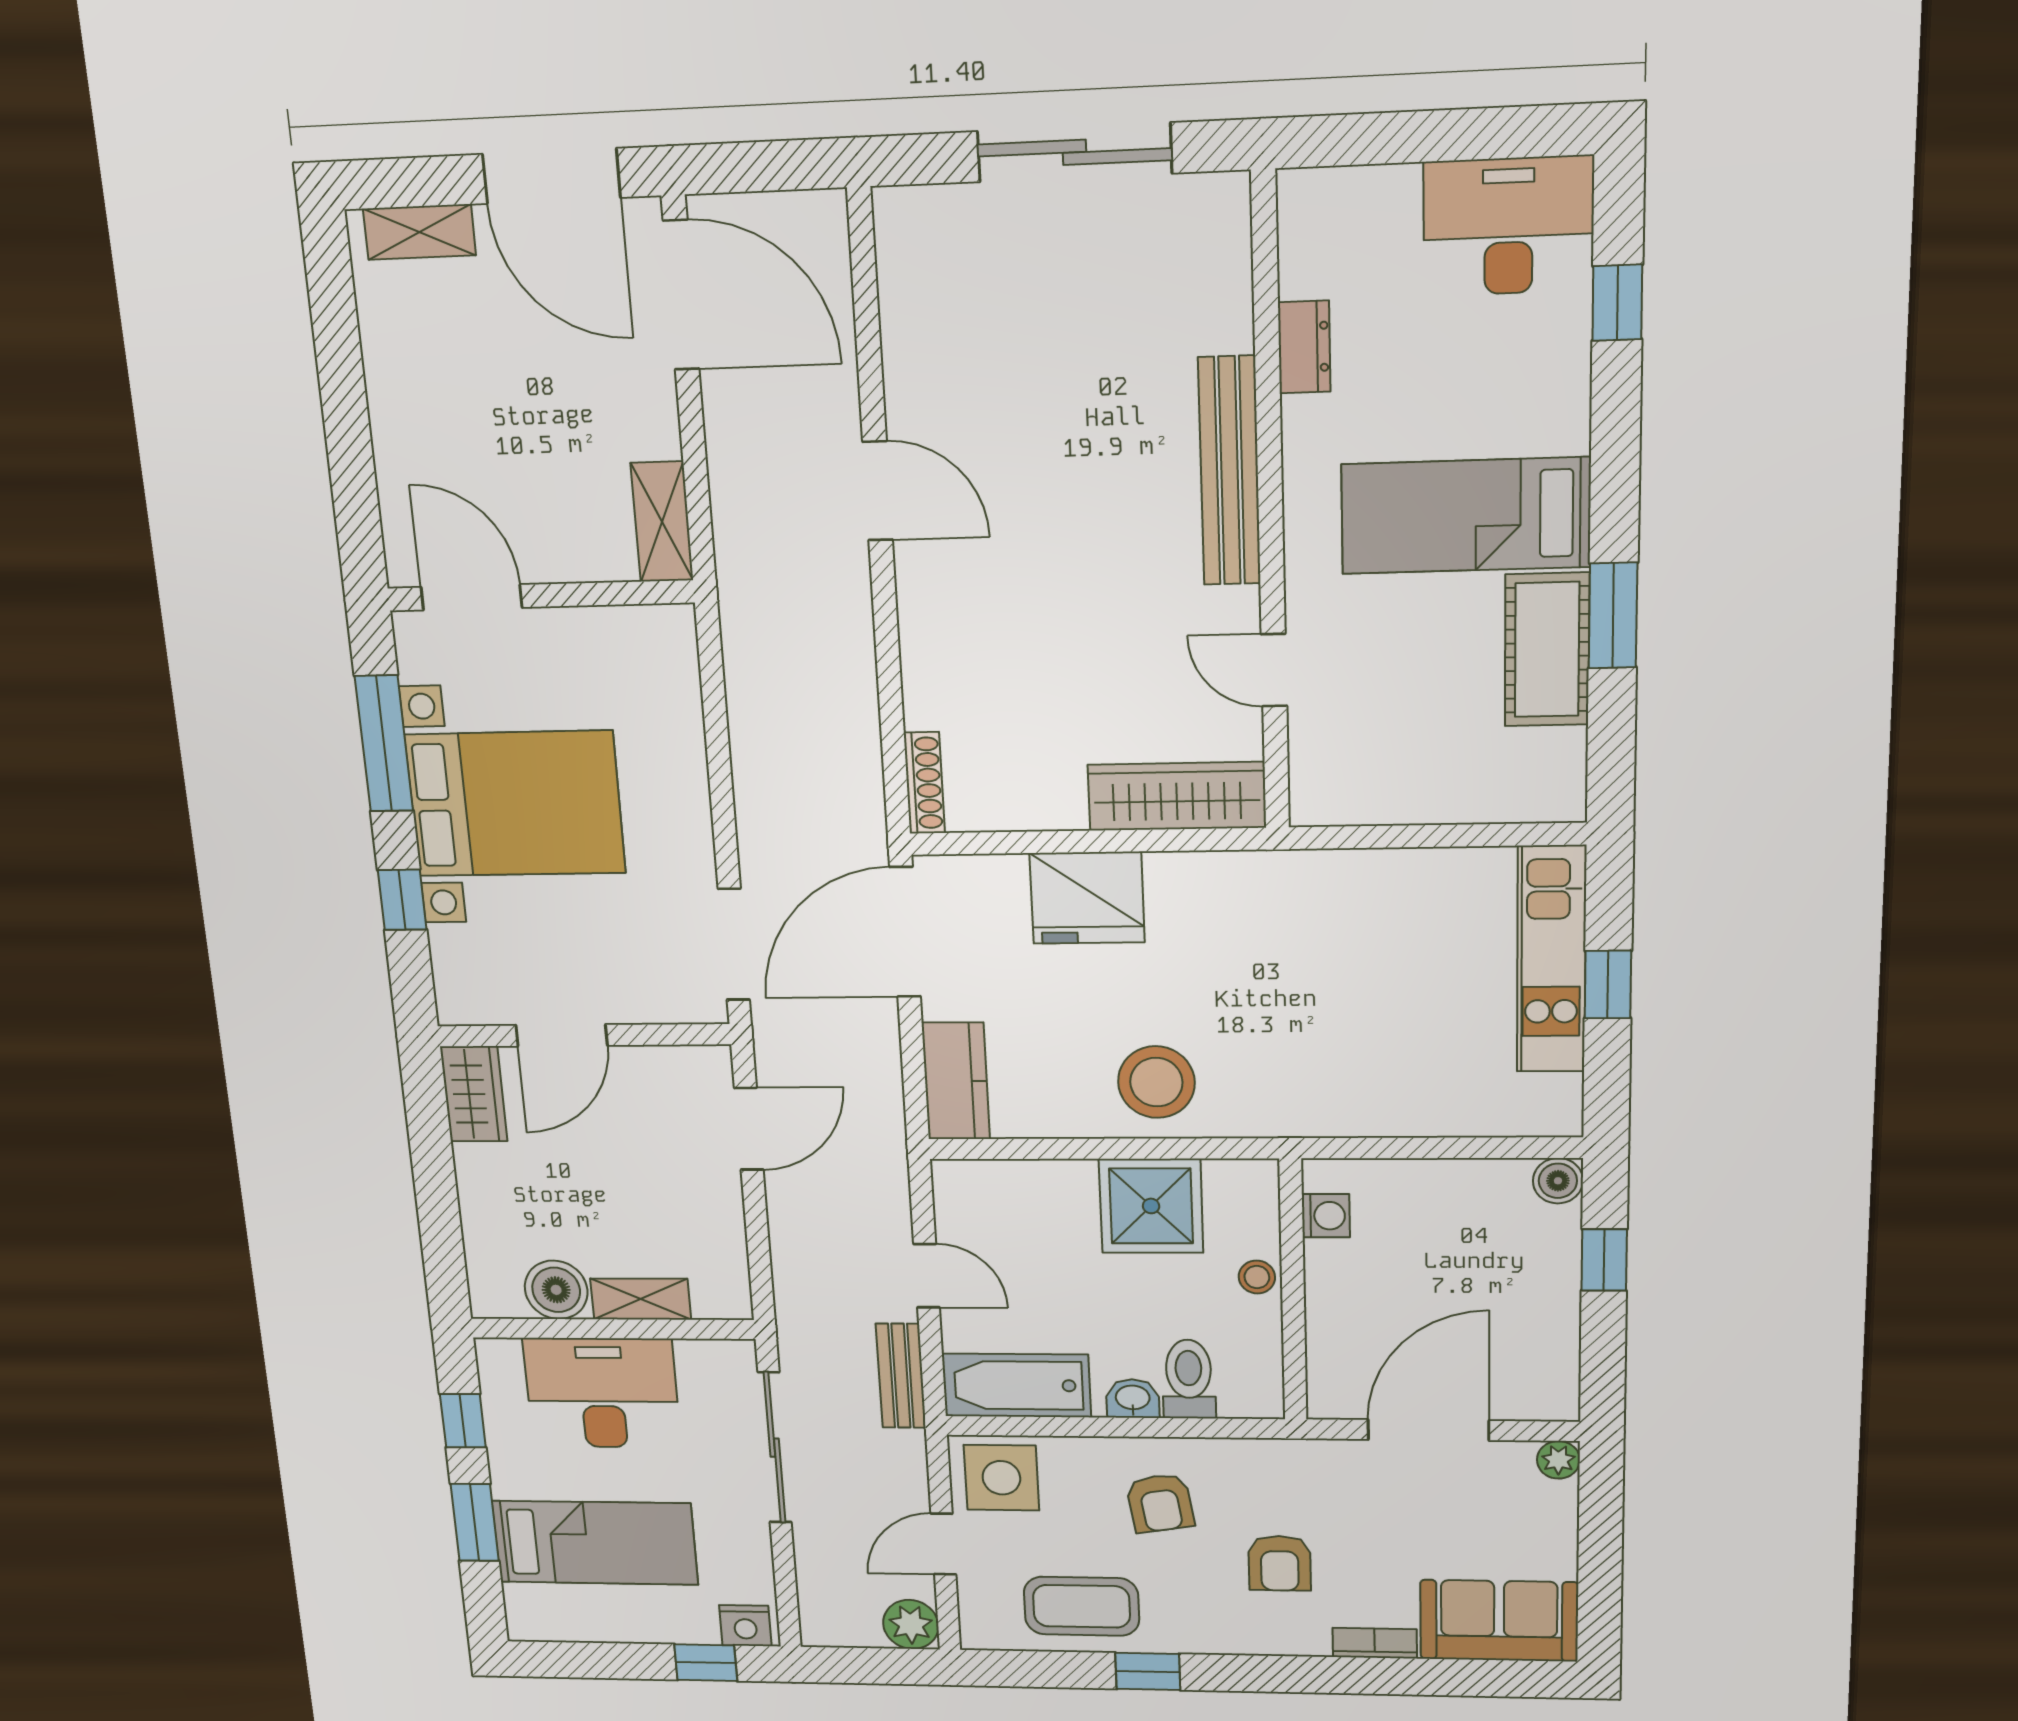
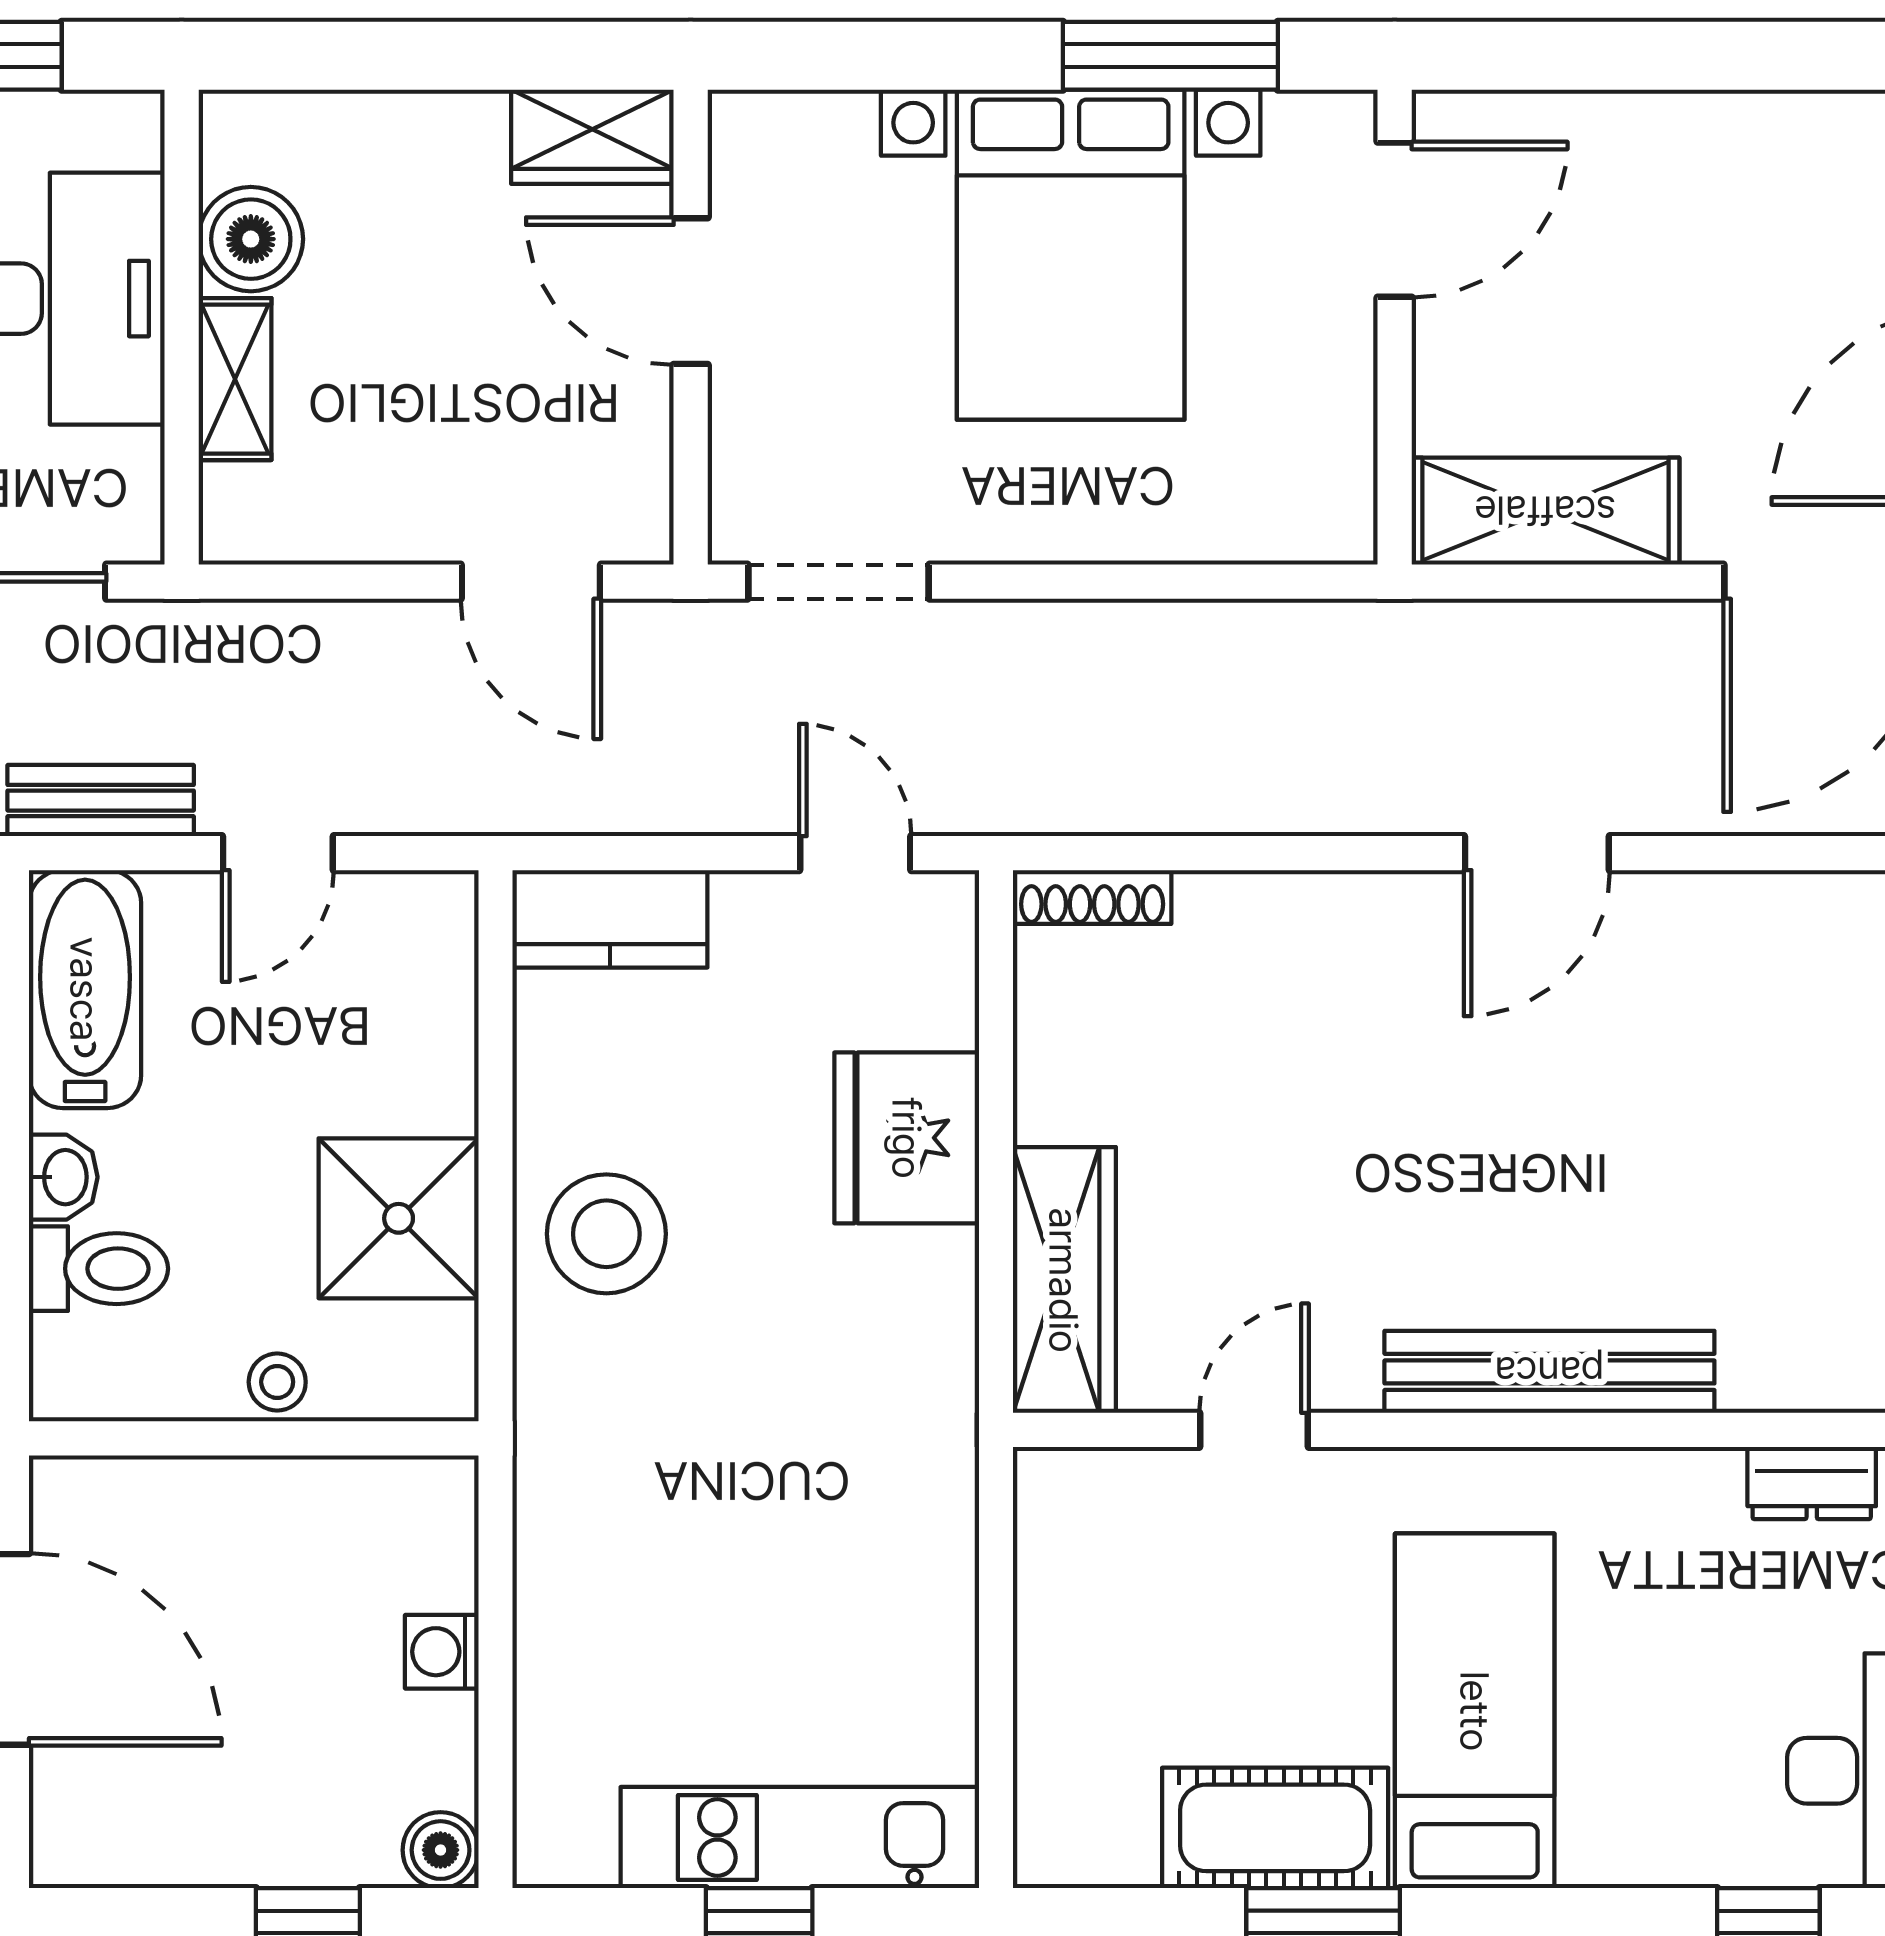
dresser: (1304, 347) -> (1812, 1483), moved
shelving: (662, 522) -> (1545, 511), width x1.50, depth x1.33
window: (402, 900) -> (918, 56), removed
door: (905, 932) -> (855, 853), width x0.53
washing machine: (1326, 1216) -> (442, 1652), moved, turned 90

